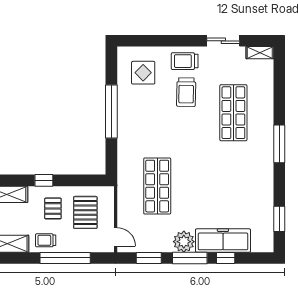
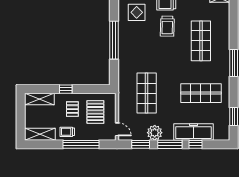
shop shelf: (233, 186) -> (201, 93), added
plant: (184, 242) -> (155, 133), moved

